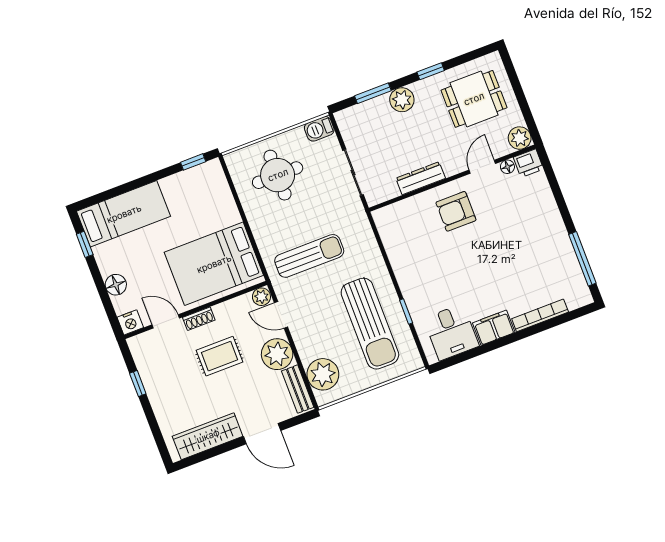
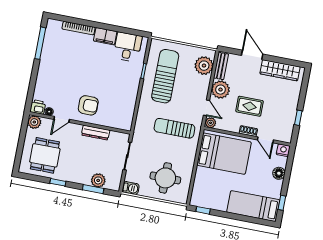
dining table: (474, 99) -> (45, 155), turned 90
plant: (402, 100) -> (98, 180), moved

